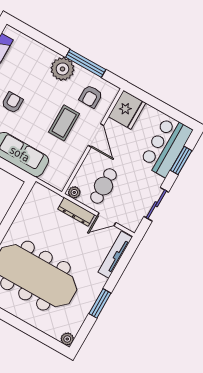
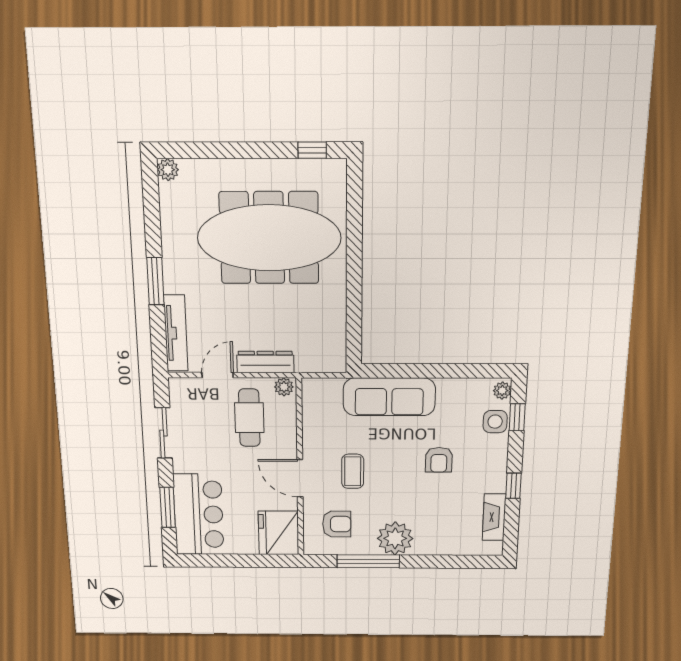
armchair: (91, 96) -> (337, 524), turned 90
coffee table: (64, 123) -> (353, 471), width x0.73, depth x0.77
window: (100, 303) -> (155, 281), moved

